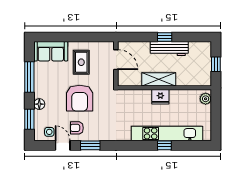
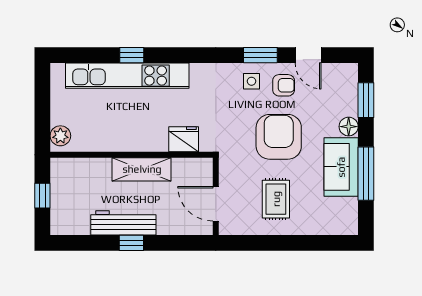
sofa: (51, 51) -> (341, 167), moved, turned -90
fridge: (160, 97) -> (184, 139), moved
side table: (49, 132) -> (251, 81), moved

